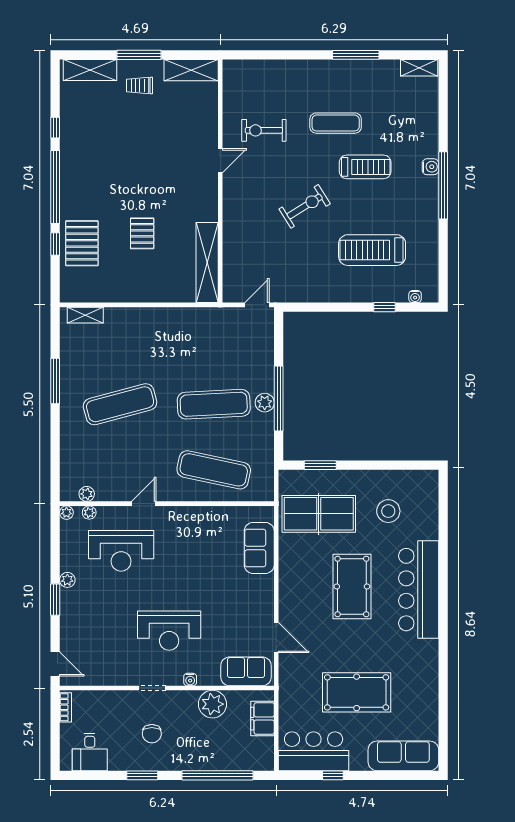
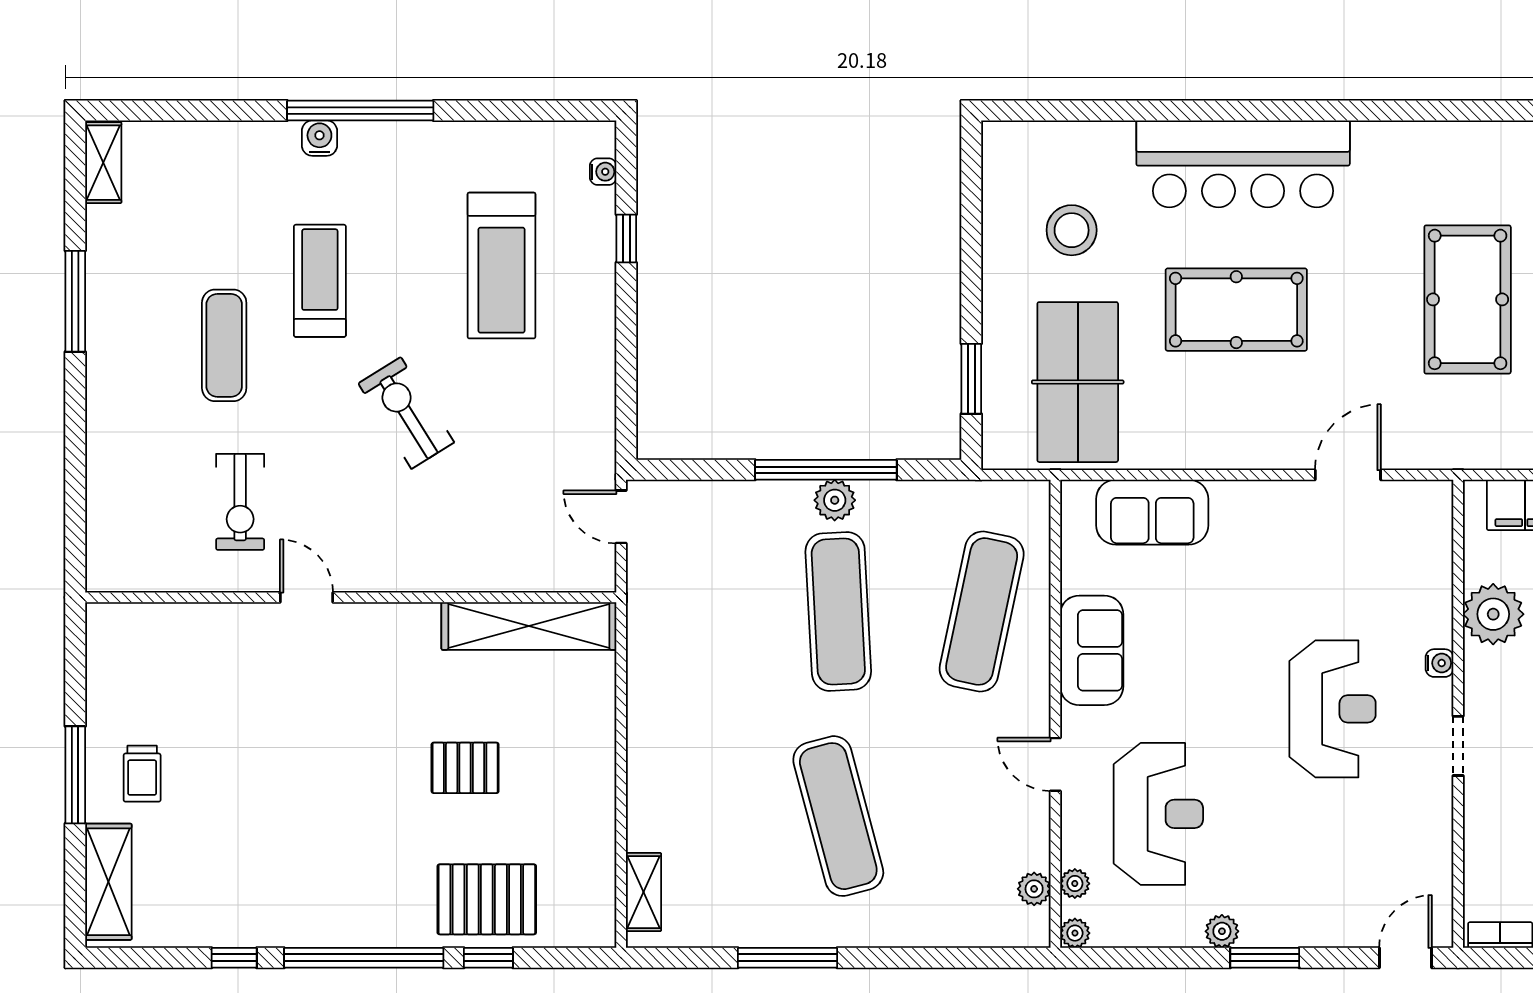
shelving: (191, 70) -> (109, 661), removed
sofa: (246, 671) -> (1092, 650), moved, turned 180

